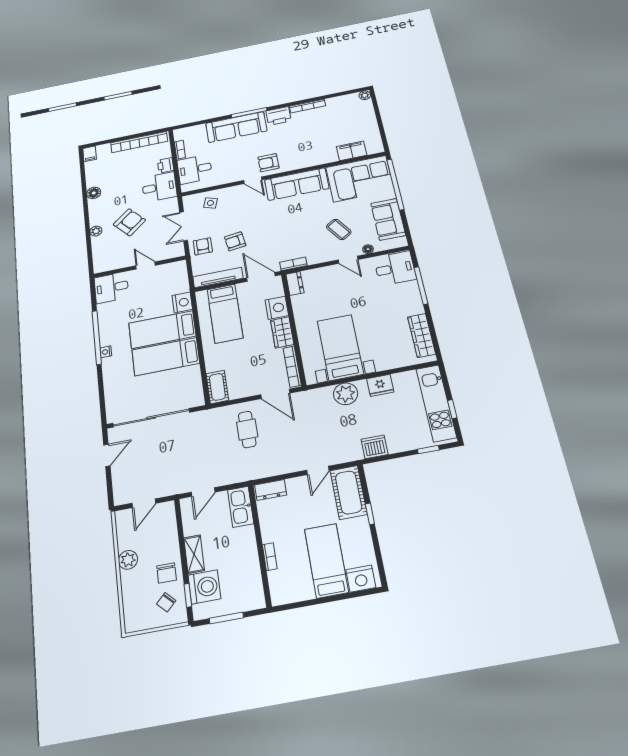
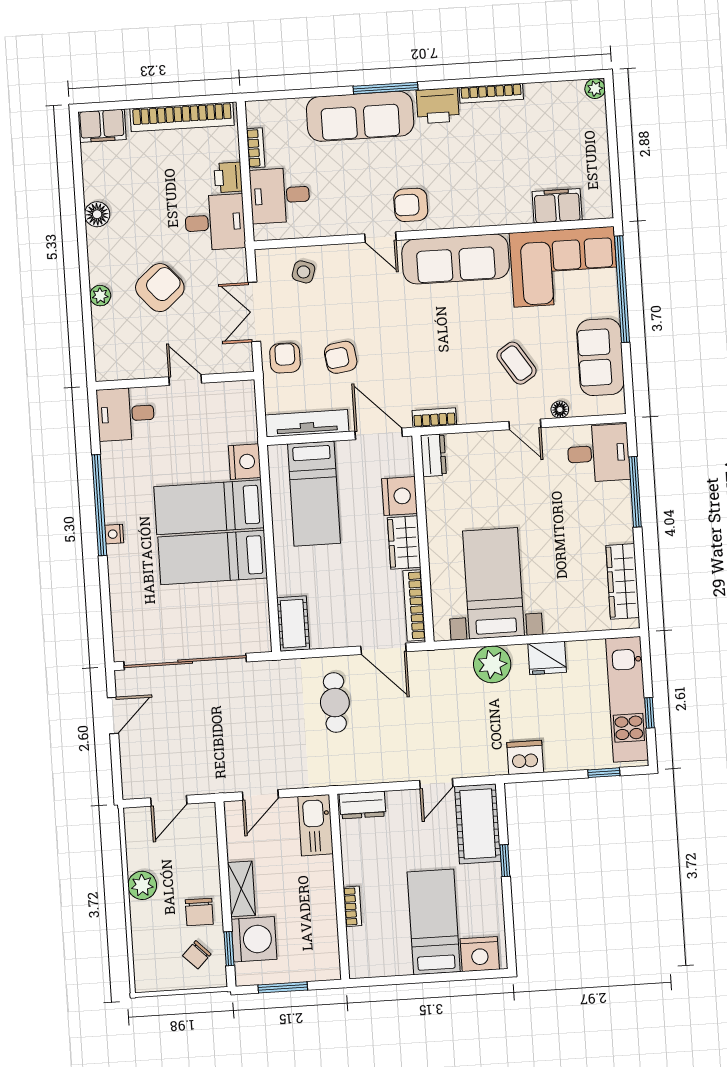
filing cabinet: (90, 154) -> (102, 126), width x2.00

